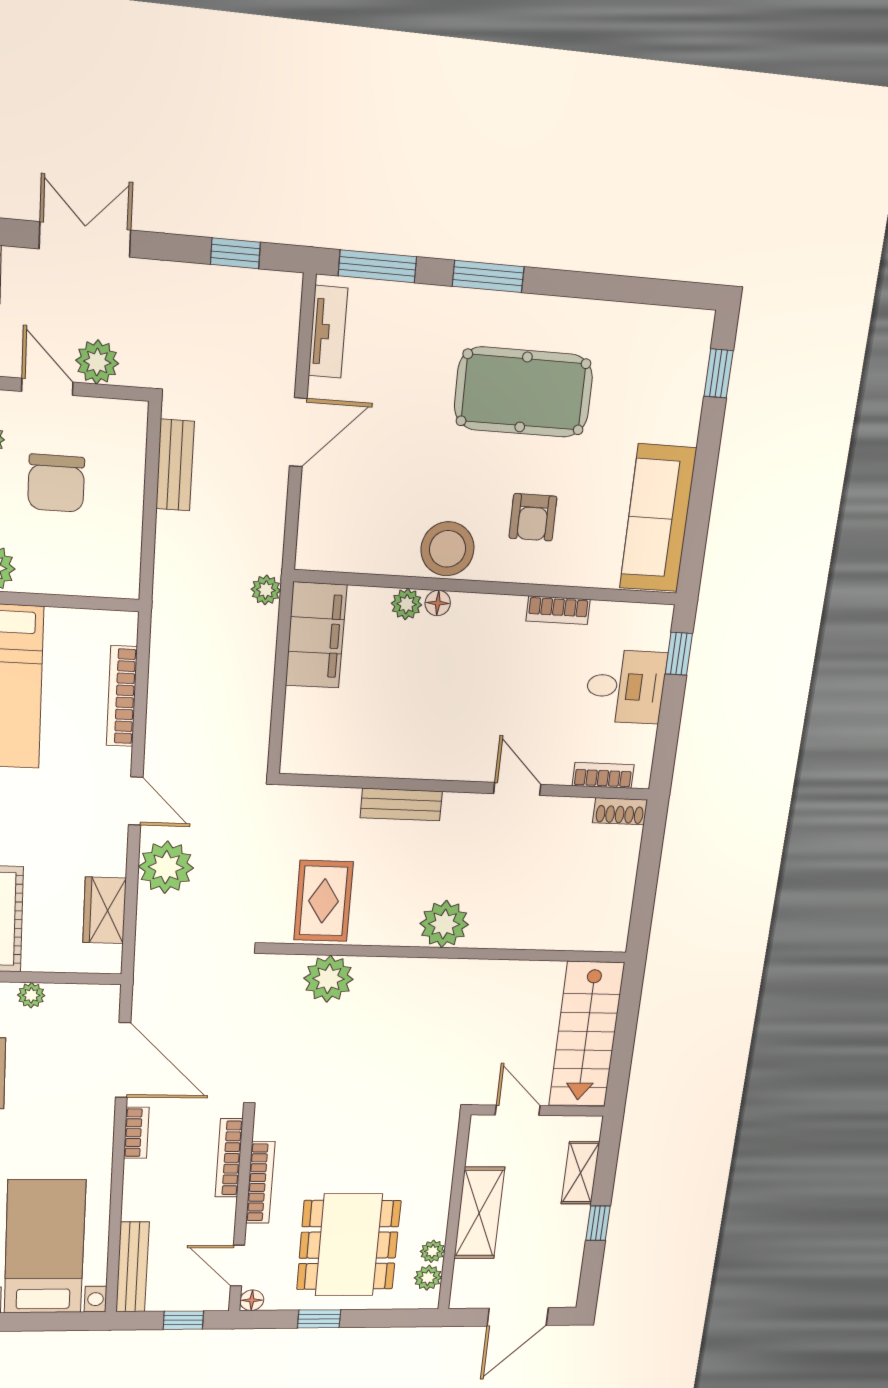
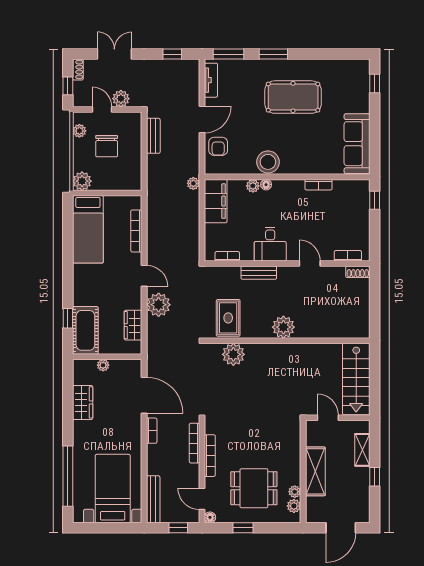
armchair: (533, 517) -> (218, 146), moved
desk: (626, 687) -> (270, 244), moved, turned 90
bookcase: (333, 765) -> (227, 256), added
dining table: (349, 1245) -> (254, 488), width x0.73

